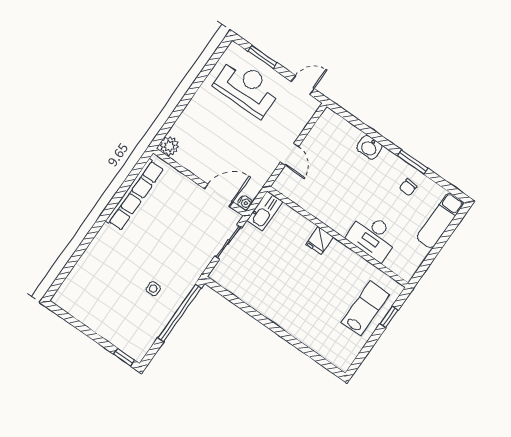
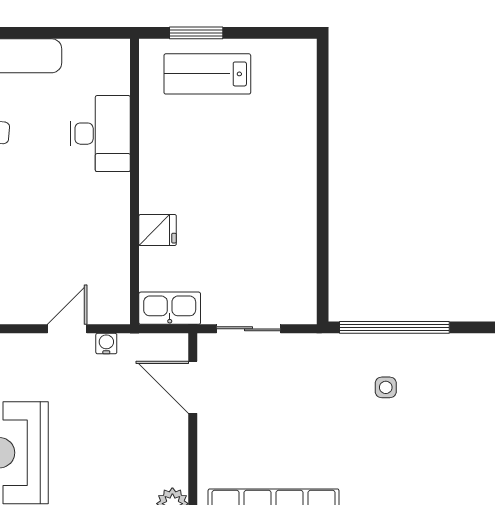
water cooler: (245, 203) -> (106, 344), moved
fridge: (320, 241) -> (158, 230), moved
window: (389, 317) -> (196, 33), width x1.50

